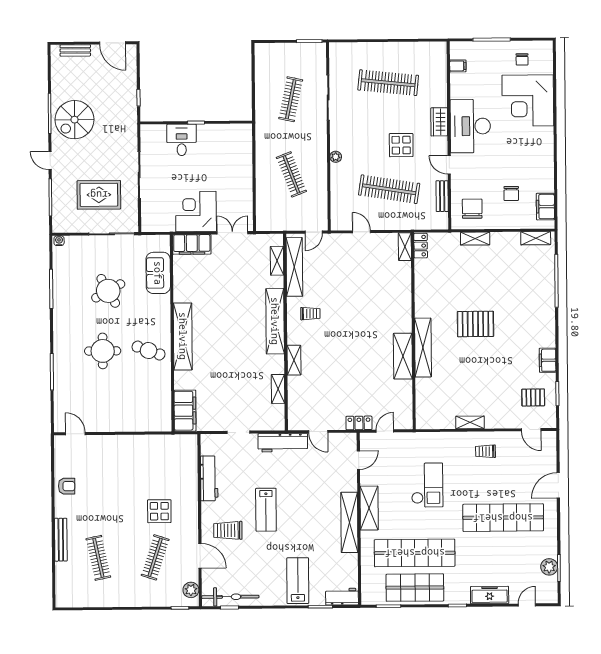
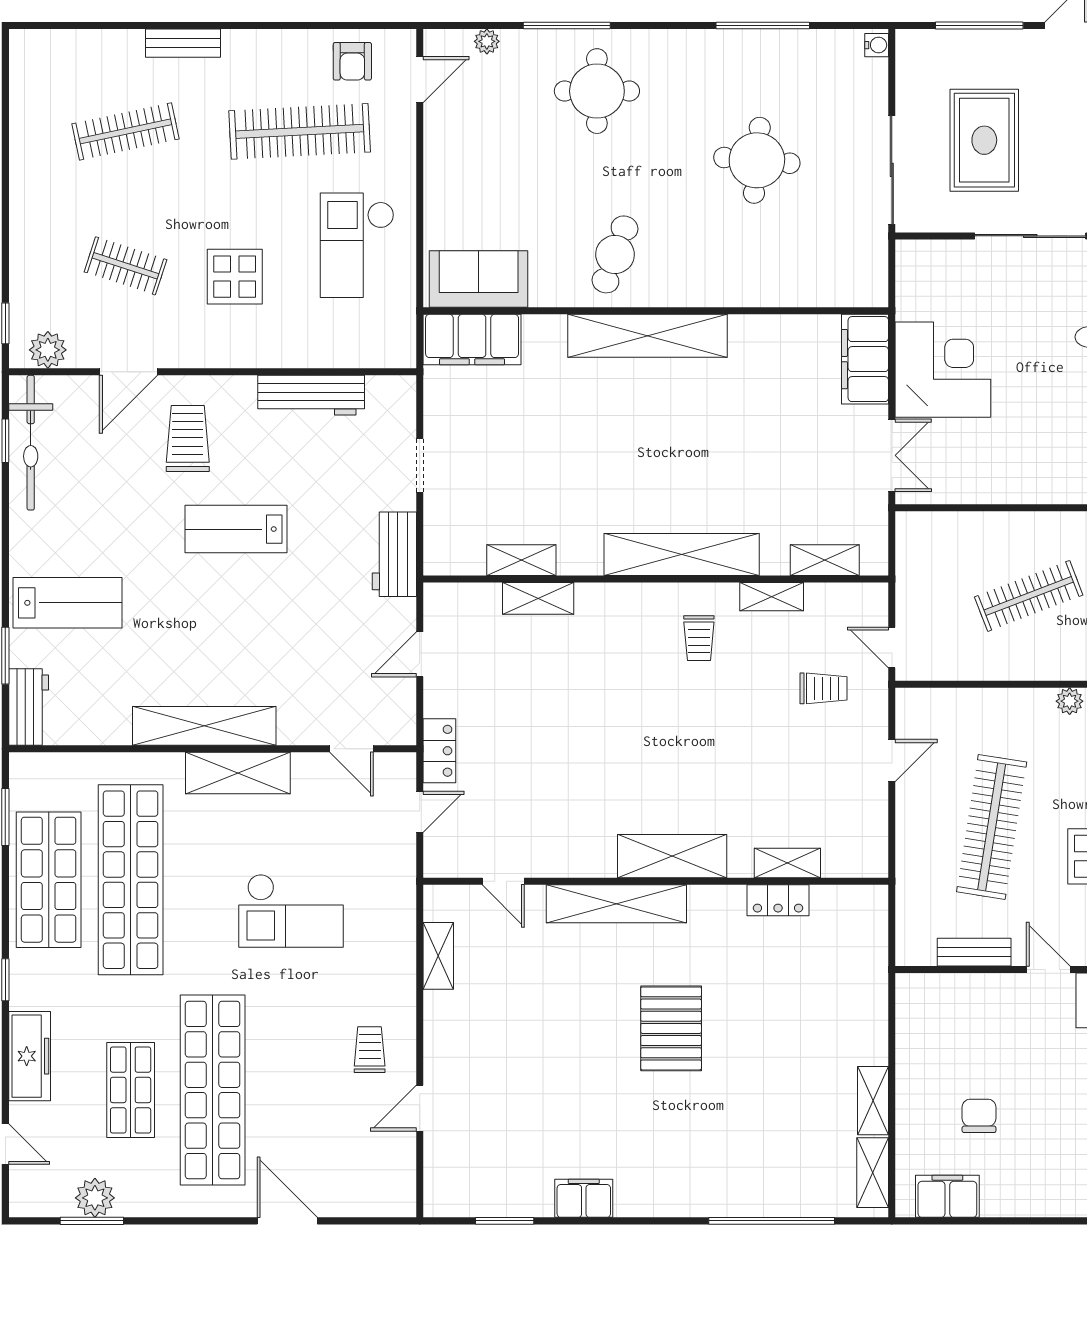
door: (449, 165) -> (1048, 970), hinge flipped
chair: (511, 193) -> (979, 1116), turned 90
chair: (472, 209) -> (944, 1023), removed
shelving: (475, 239) -> (873, 1101), moved
locker: (421, 246) -> (778, 900), moved
shelving: (405, 247) -> (787, 863), moved
trolley: (331, 261) -> (823, 688), added
shelving: (294, 267) -> (772, 597), width x0.45, depth x0.75
sofa: (158, 273) -> (479, 279), moved
round table: (108, 291) -> (757, 160), turned 34
round table: (103, 351) -> (597, 91), moved
shelving: (403, 356) -> (672, 856), moved
shelving: (294, 360) -> (538, 598), moved
door: (414, 395) -> (503, 881), added
pallet: (533, 397) -> (496, 1164), removed
plant: (59, 405) -> (487, 41), added
shelving: (470, 422) -> (438, 956), moved
door: (531, 430) -> (420, 1108), moved
door: (385, 431) -> (420, 812), hinge flipped
workbench: (283, 443) -> (394, 554), width x0.73
checkout: (146, 460) -> (357, 245), added
clothes rail: (98, 484) -> (300, 131), added
armchair: (67, 486) -> (352, 61), moved
bench: (61, 540) -> (183, 43), width x0.73
shop shelf: (503, 552) -> (131, 1090), added
clothes rail: (155, 557) -> (125, 266), width x0.73

